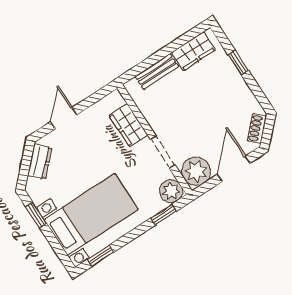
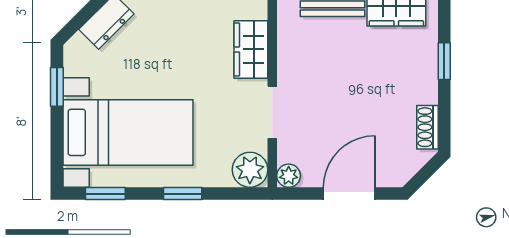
shoe rack: (257, 128) -> (427, 127), moved, turned -45
plant: (196, 171) -> (289, 176), width x0.53, depth x0.53
window: (164, 214) -> (183, 194), moved

